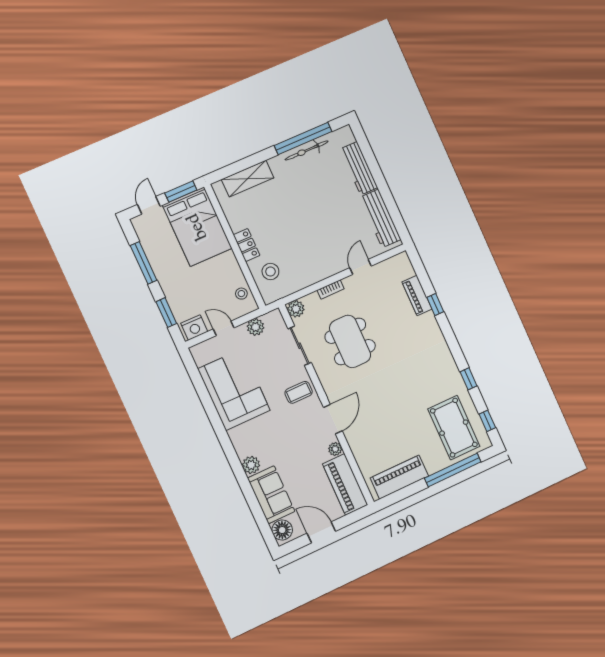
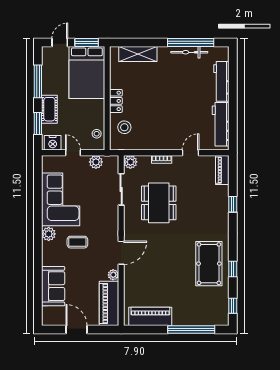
cot: (172, 290) -> (49, 109), added
piano: (417, 296) -> (222, 170), moved
coffee table: (299, 392) -> (77, 242), moved
pool table: (454, 428) -> (209, 264), moved
plant: (251, 465) -> (49, 234), moved
floor lamp: (282, 530) -> (50, 315), removed

